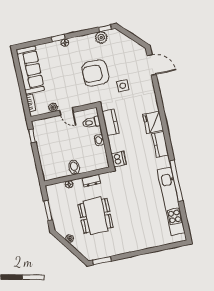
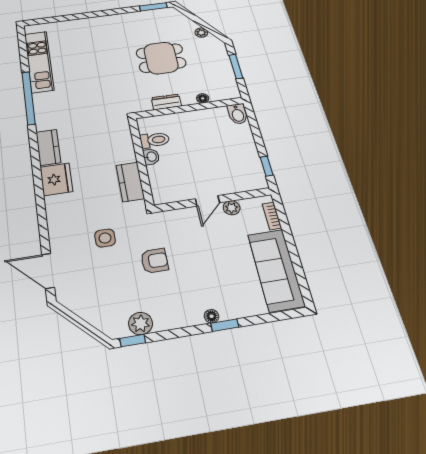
armchair: (95, 73) -> (154, 261), width x0.53, depth x0.53
door: (66, 111) -> (207, 201), swing flipped
toilet: (91, 122) -> (155, 140), moved
dishwasher: (119, 159) -> (120, 129), removed
bidet: (74, 167) -> (238, 114), moved
kitchen unit: (171, 201) -> (39, 62), width x0.73
dining table: (96, 216) -> (161, 58), width x0.73

